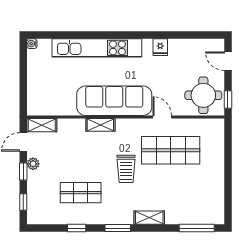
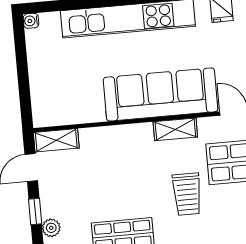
shelving: (100, 125) -> (175, 129), moved
plant: (33, 164) -> (51, 228), moved

